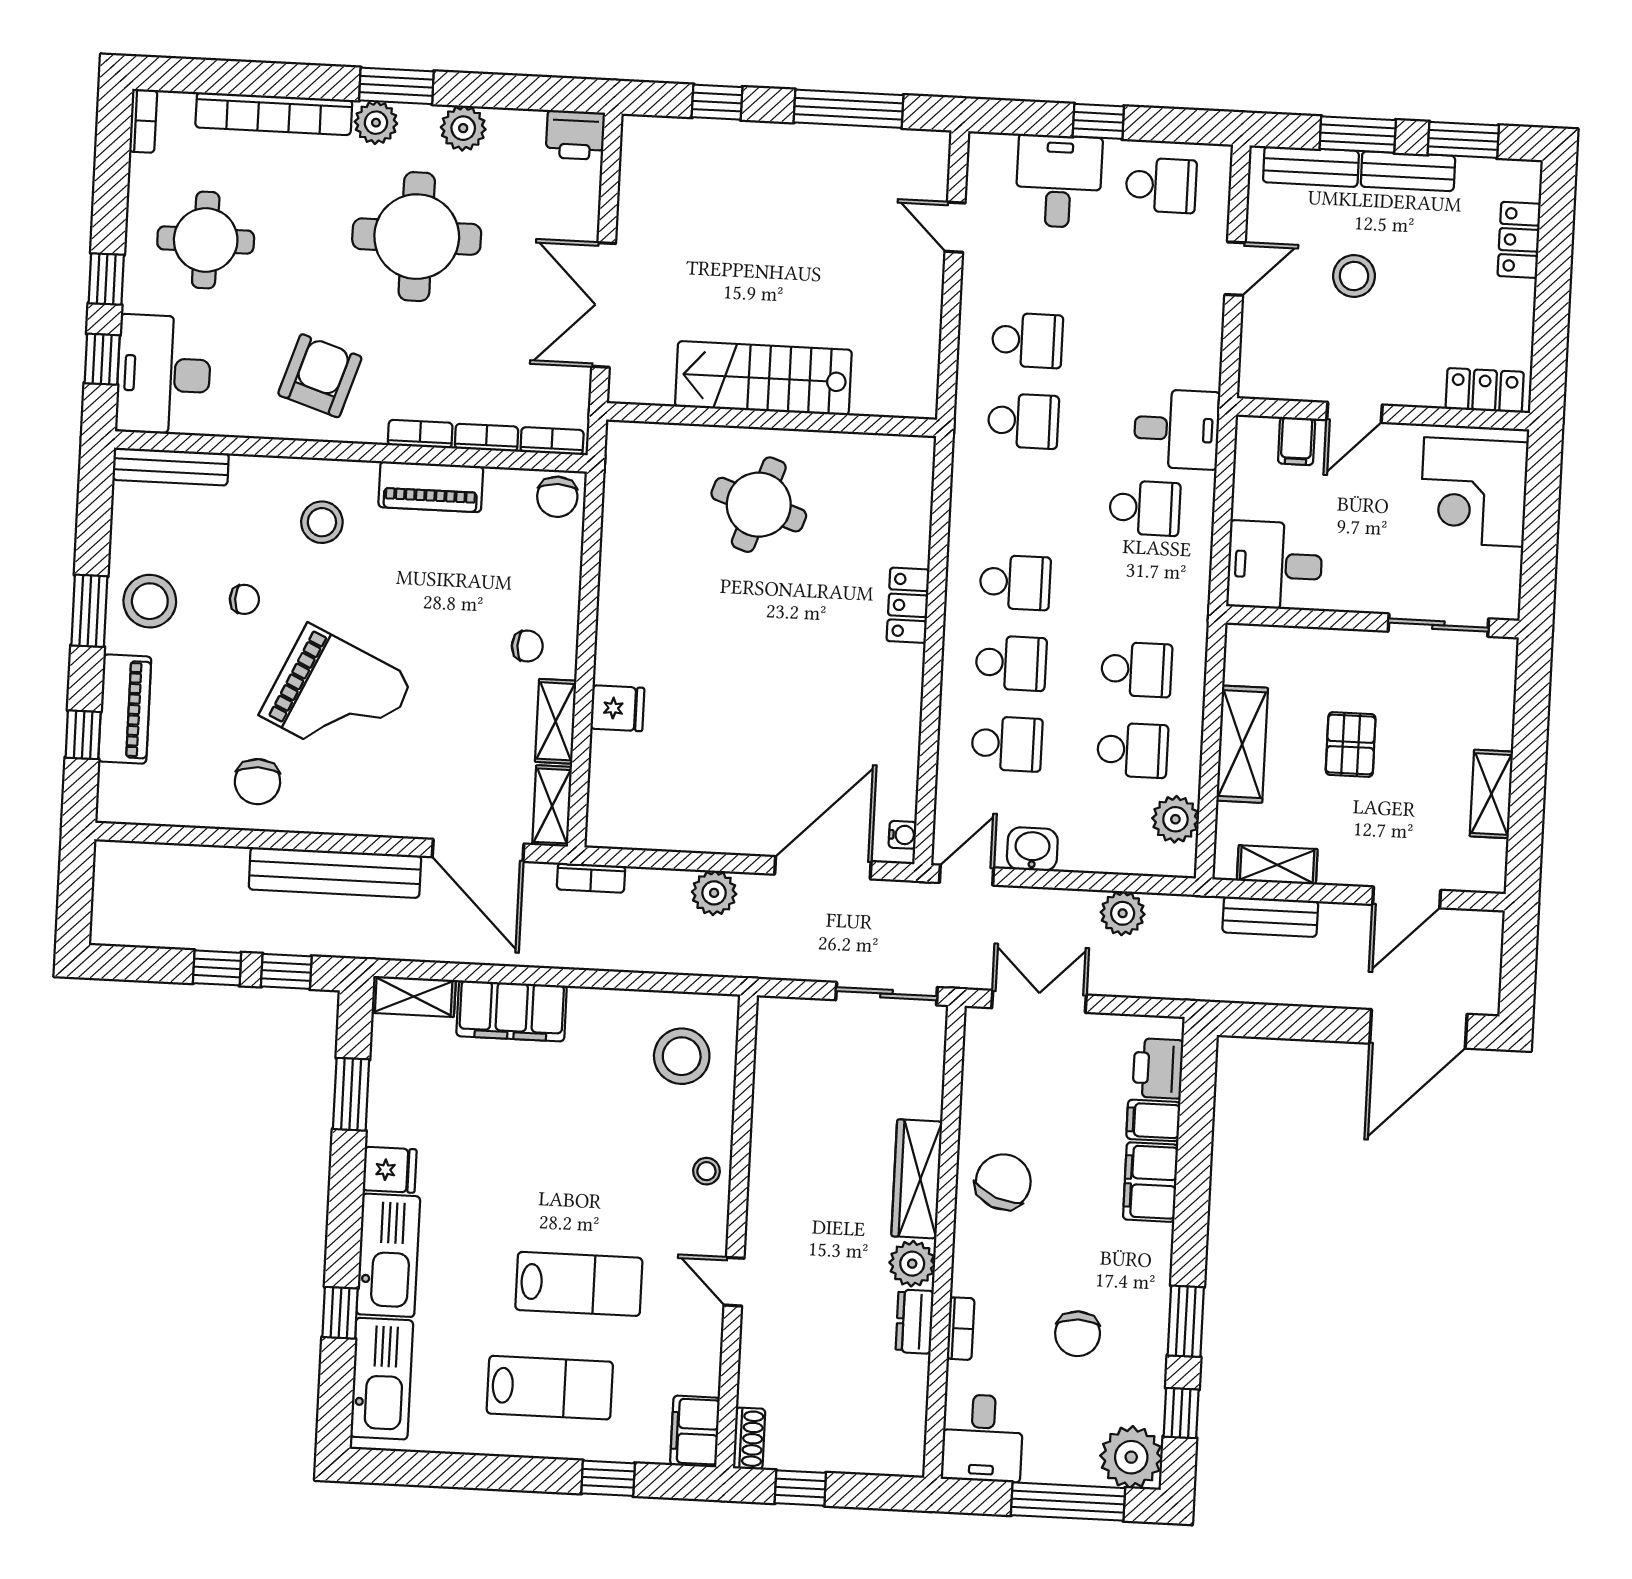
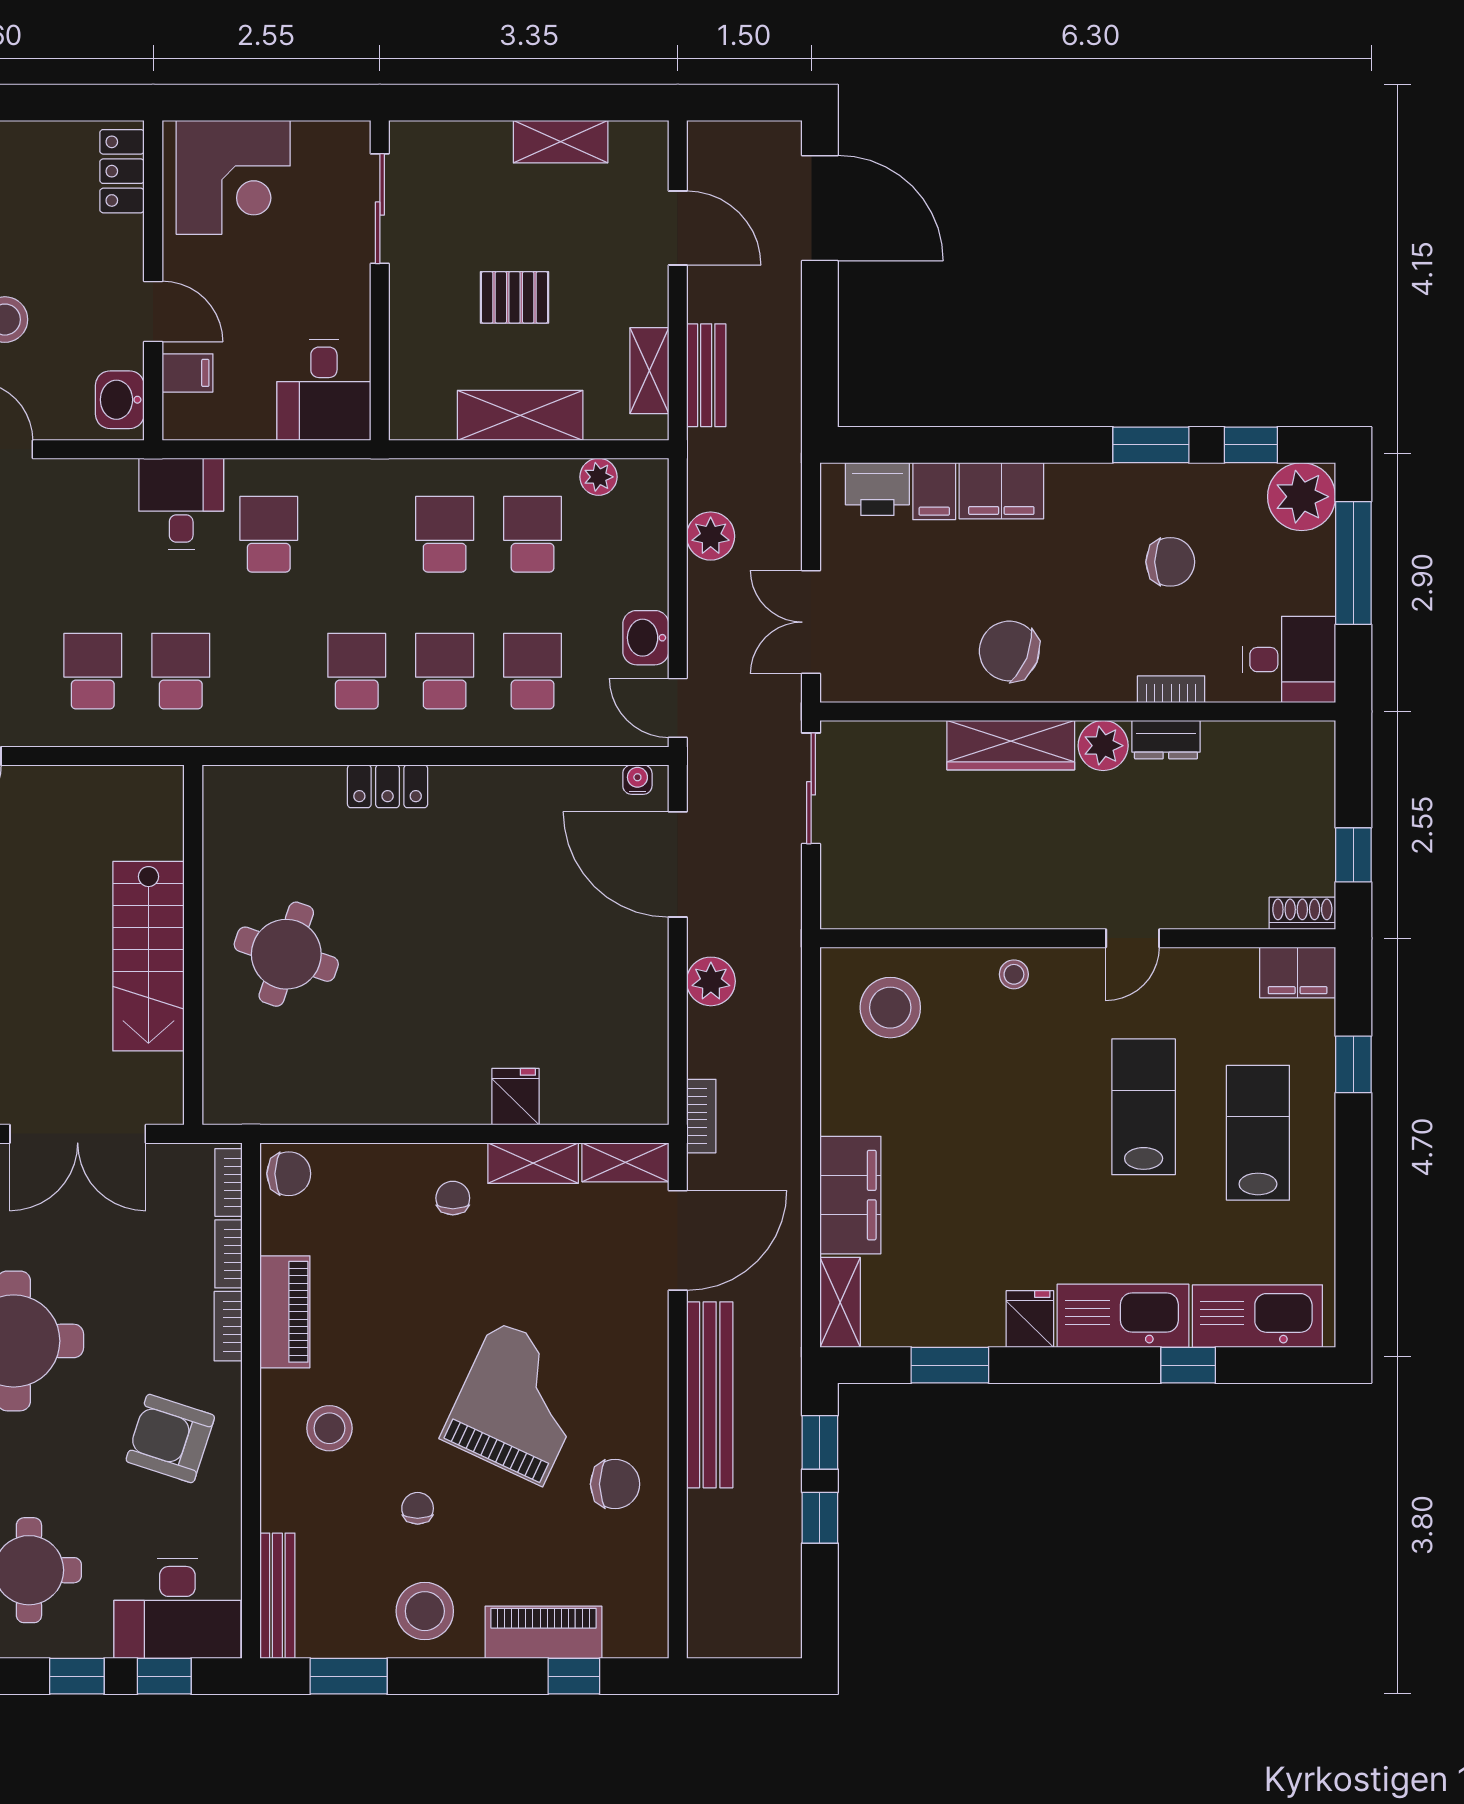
washbasin: (1275, 378) -> (120, 400), added
window: (89, 611) -> (349, 1676), moved
plant: (1175, 819) -> (598, 477), width x0.73, depth x0.73

